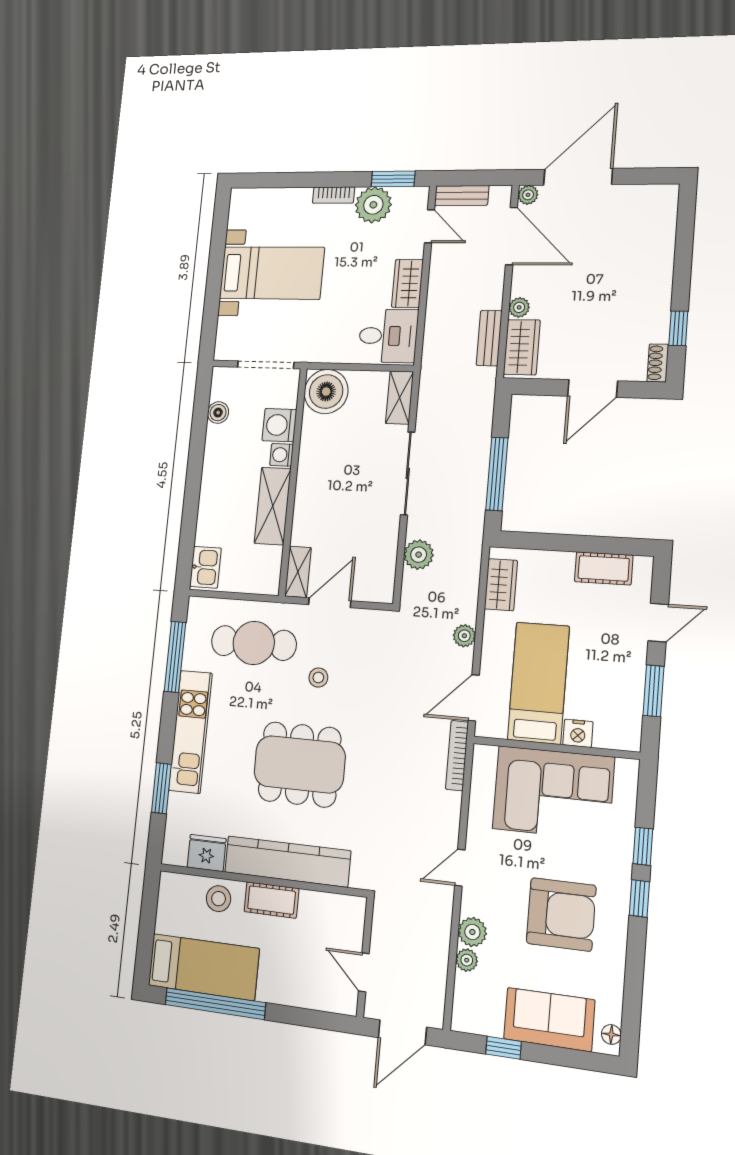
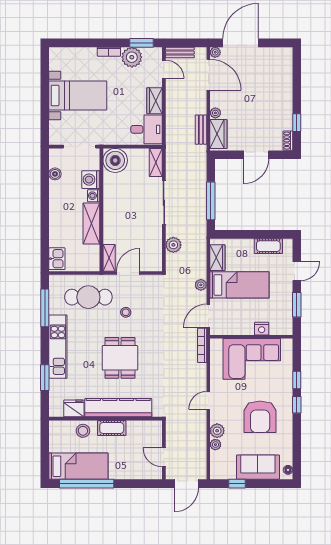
bed: (538, 683) -> (239, 285), moved, turned 90
dining table: (300, 764) -> (120, 358), width x0.73
armchair: (561, 914) -> (260, 417), turned 90

